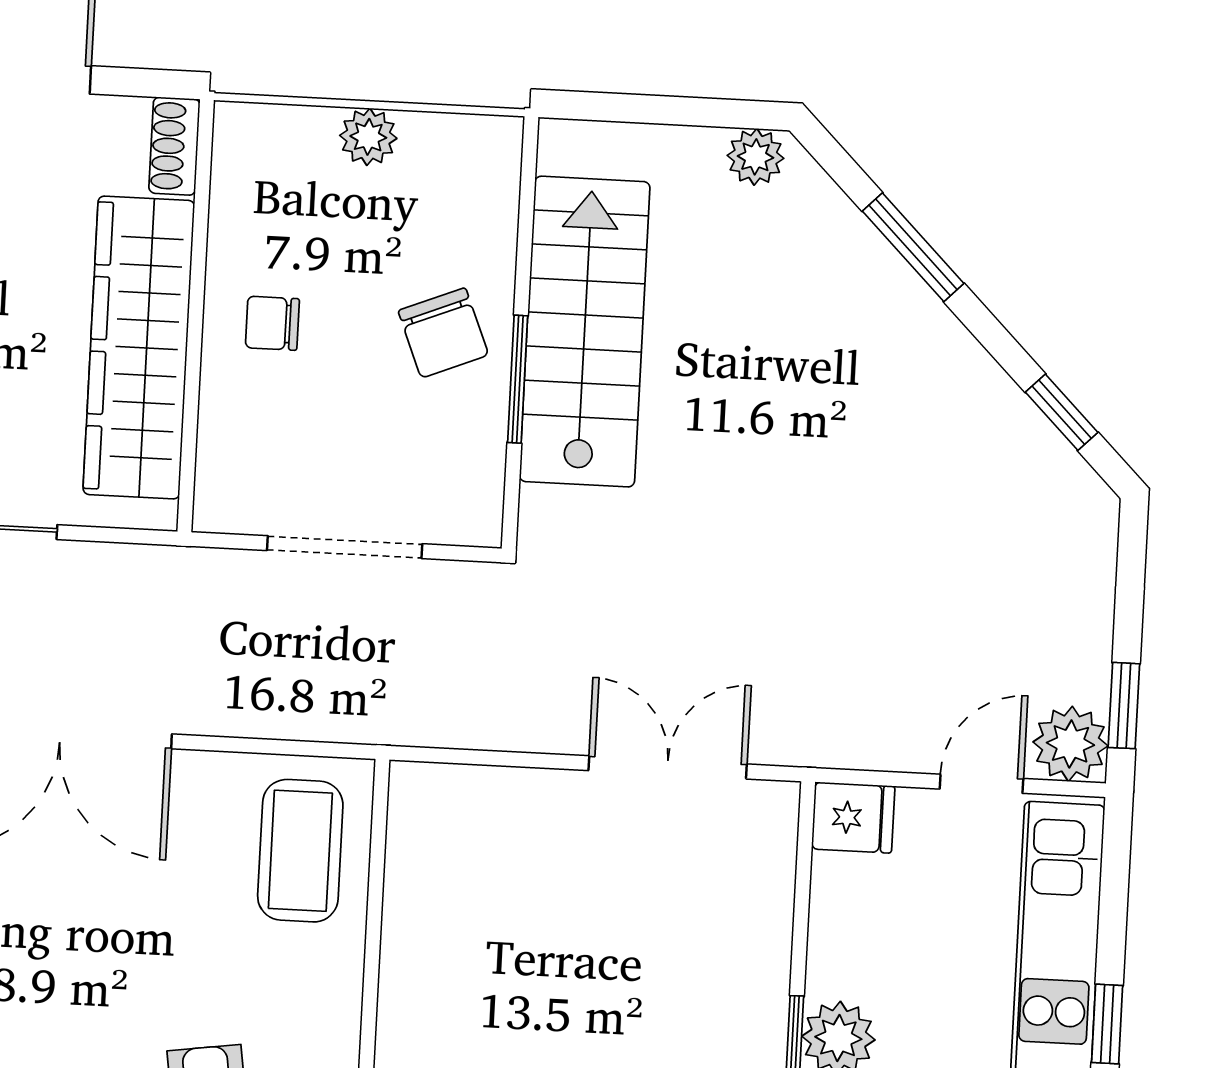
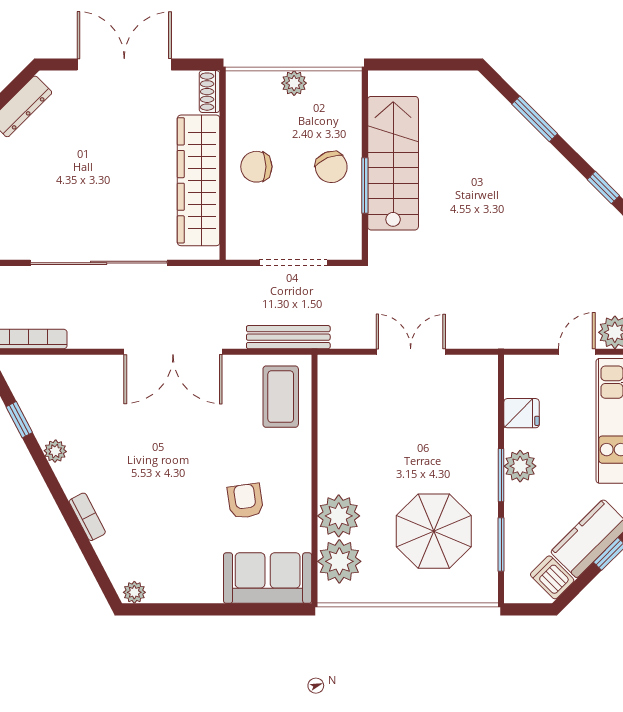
plant: (755, 157) -> (464, 83), removed
chair: (272, 323) -> (256, 167), width x1.37, depth x1.37
bench: (325, 716) -> (288, 337), added
double door: (668, 767) -> (411, 352), moved
fridge: (853, 818) -> (522, 413), moved

